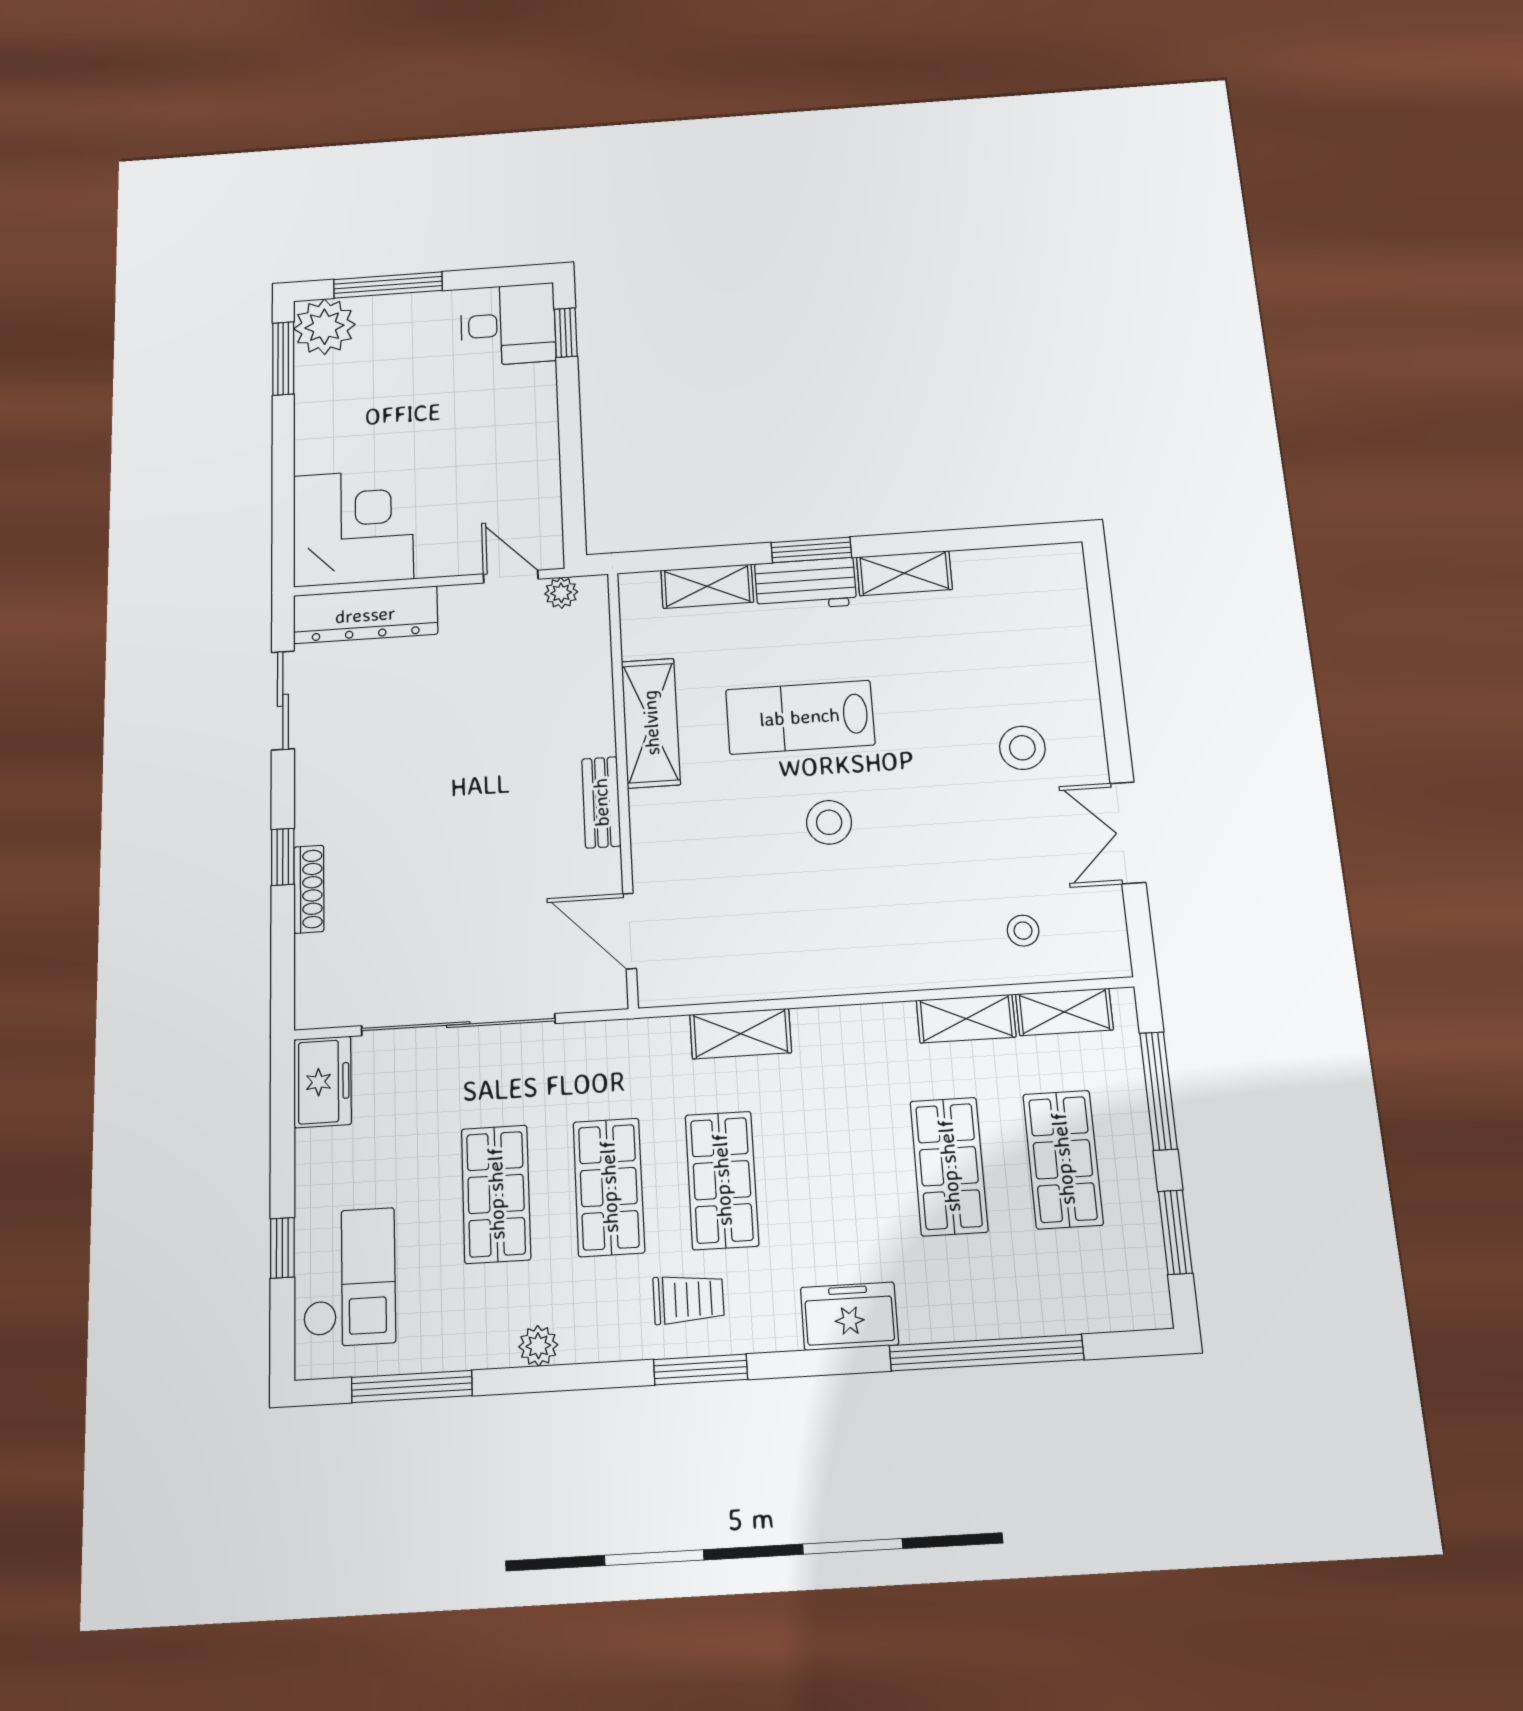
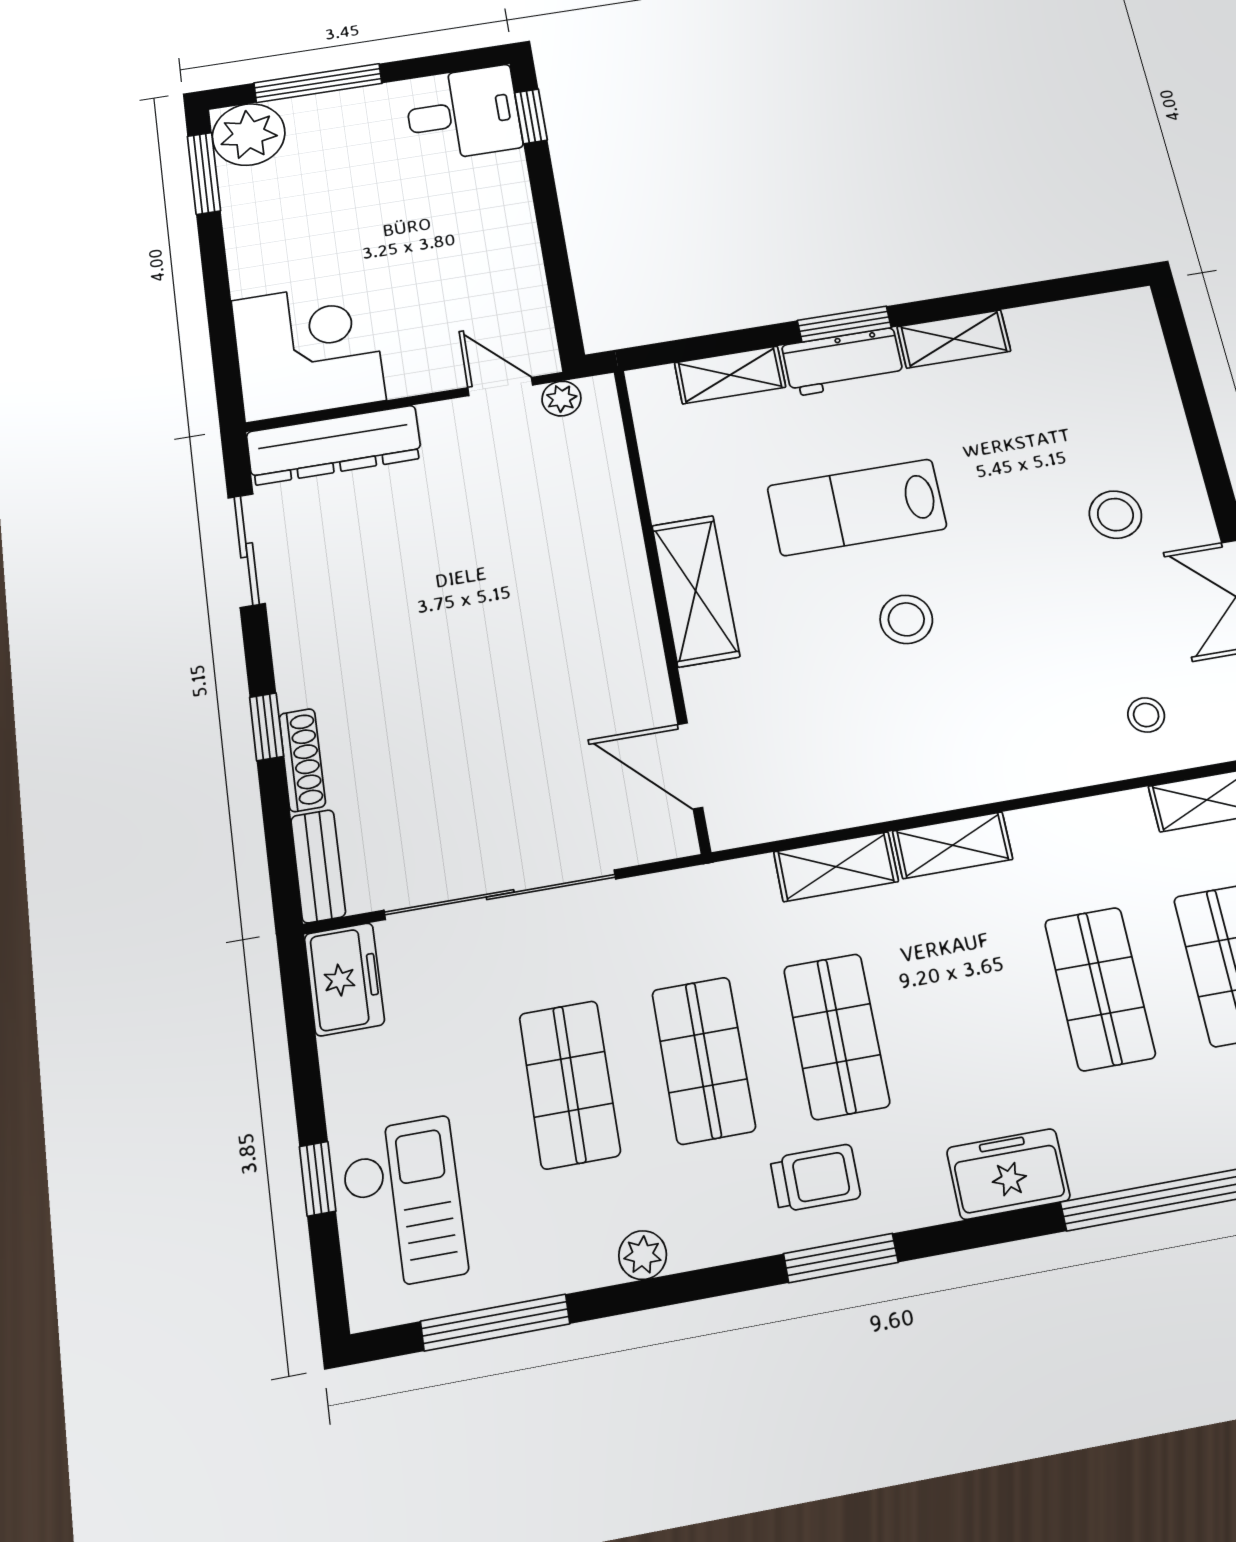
shelving: (651, 723) -> (696, 591), moved
bench: (601, 802) -> (318, 866), moved
shelving: (966, 1019) -> (953, 845), moved

